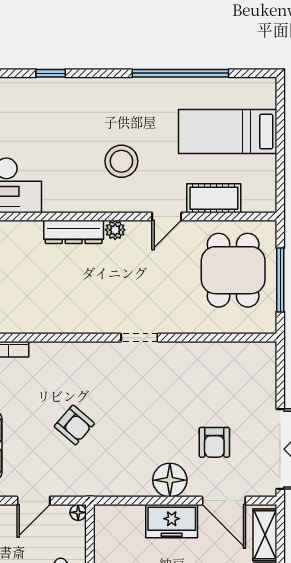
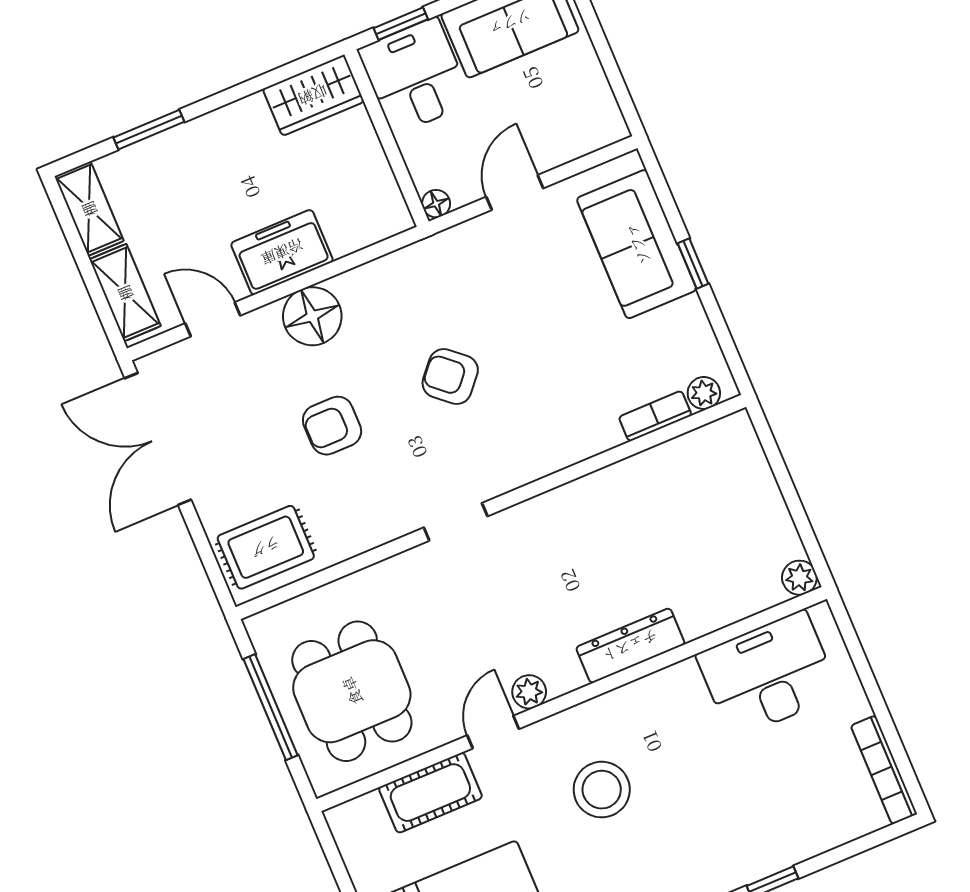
plant: (115, 230) -> (529, 692), moved
rug: (247, 367) -> (266, 547), added
armchair: (74, 425) -> (450, 377), moved
armchair: (214, 442) -> (332, 426), moved, turned -90
door: (224, 501) -> (213, 319), width x0.73

